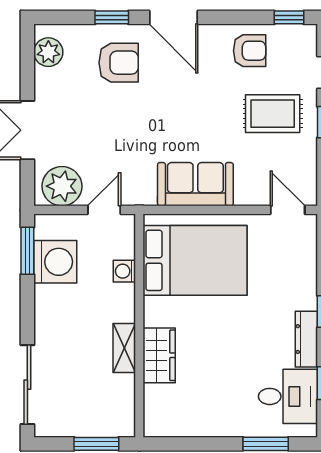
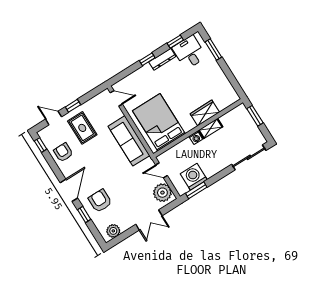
sofa: (195, 184) -> (129, 141), width x1.36
door: (288, 210) -> (116, 98), swing flipped
washing machine: (124, 271) -> (196, 138), moved

